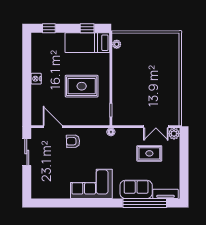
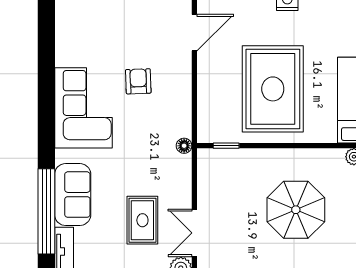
parasol: (144, 74) -> (296, 210), added
rug: (82, 86) -> (273, 89), width x1.37, depth x1.44
armchair: (73, 141) -> (138, 81), moved

